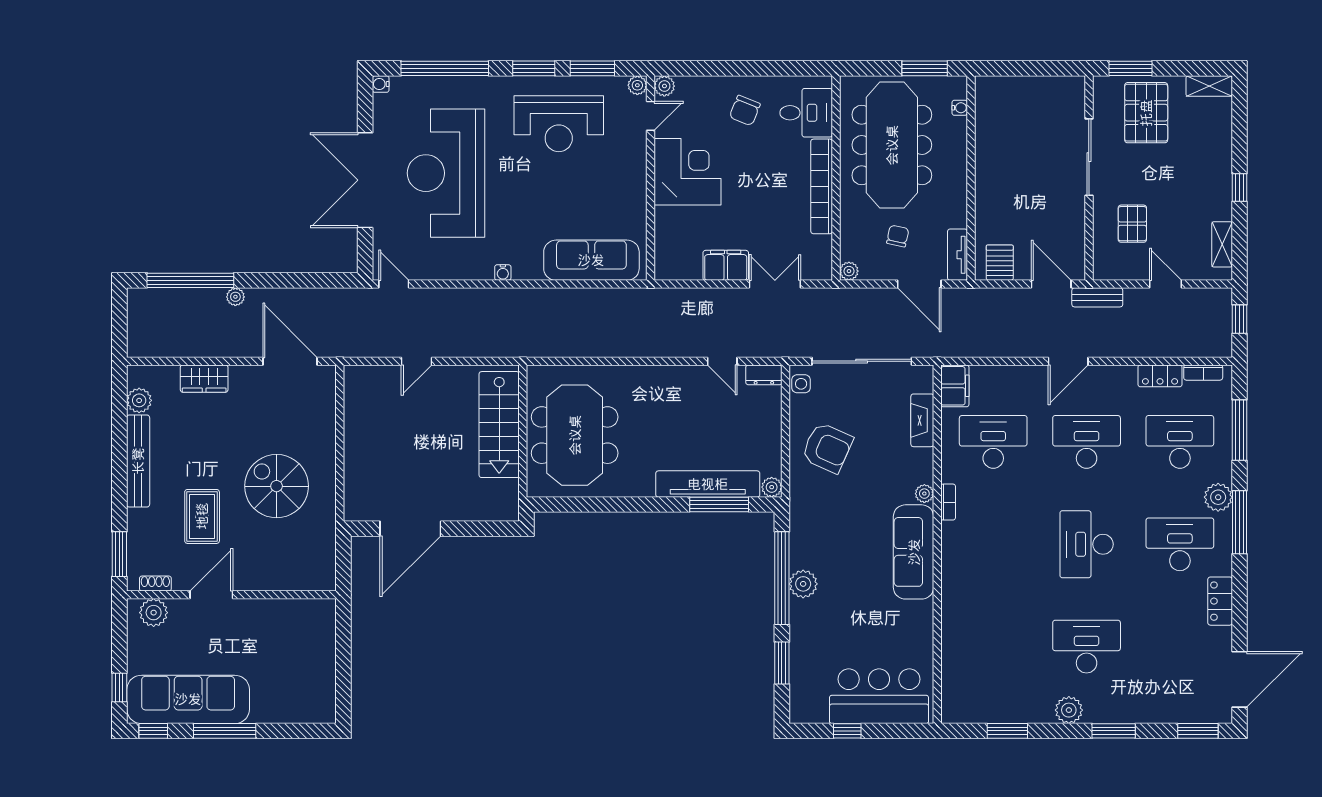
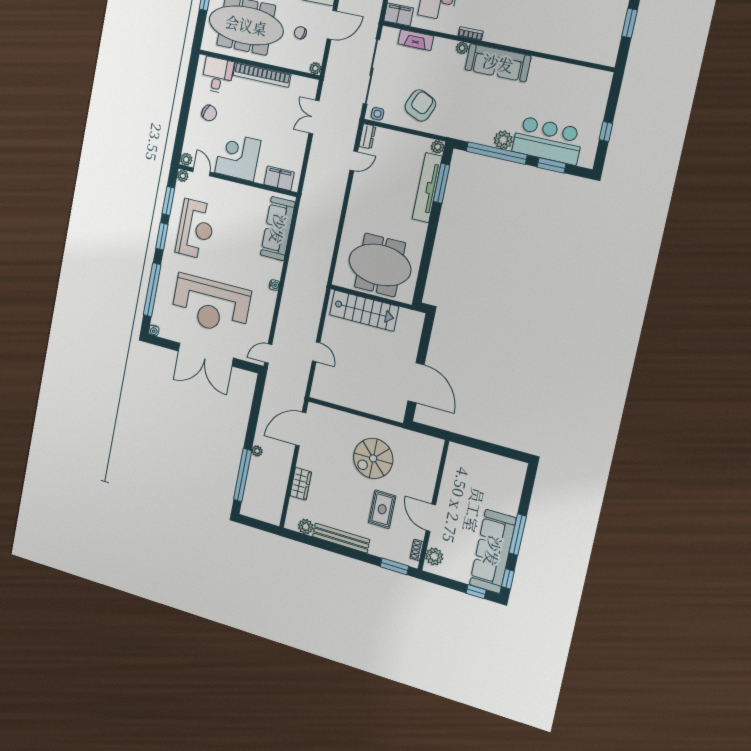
filing cabinet: (726, 265) -> (279, 178), moved, turned 90
rug: (202, 516) -> (382, 509), turned 90
bar counter: (879, 696) -> (548, 140), moved, turned 90

